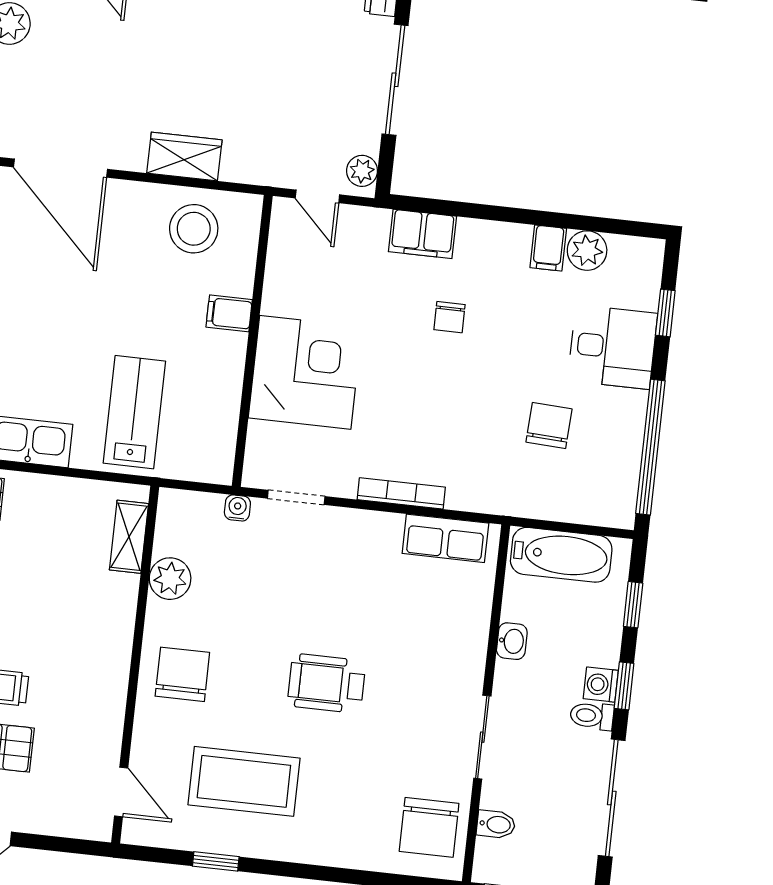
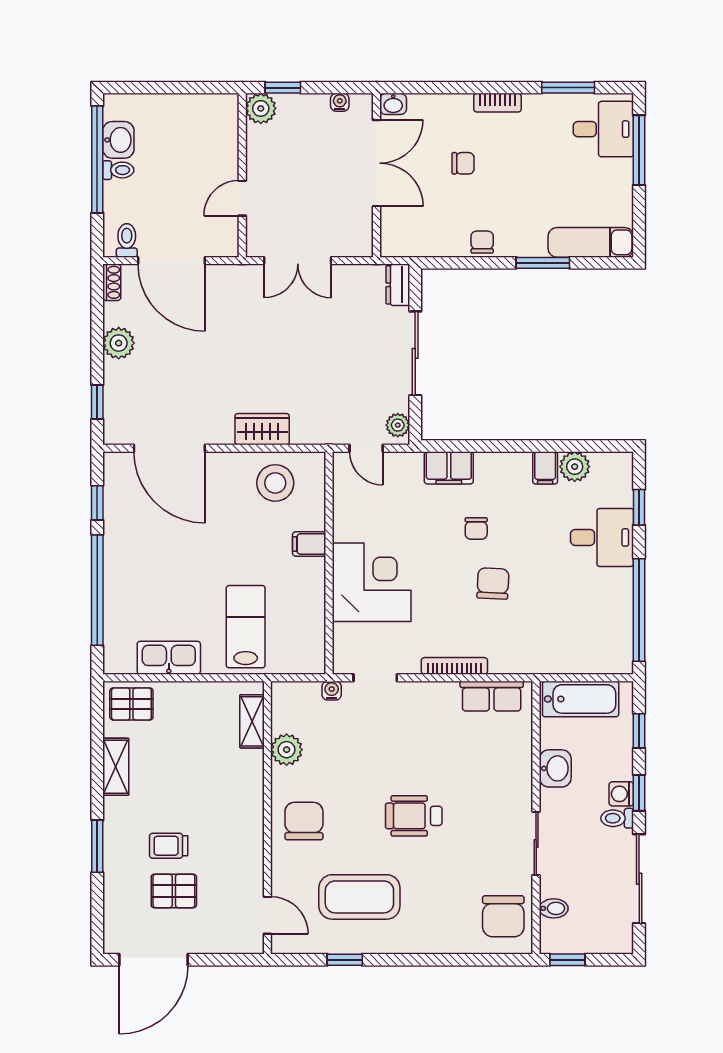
chair: (549, 425) -> (493, 583), moved
washbasin: (512, 641) -> (555, 768), width x1.38, depth x1.45

